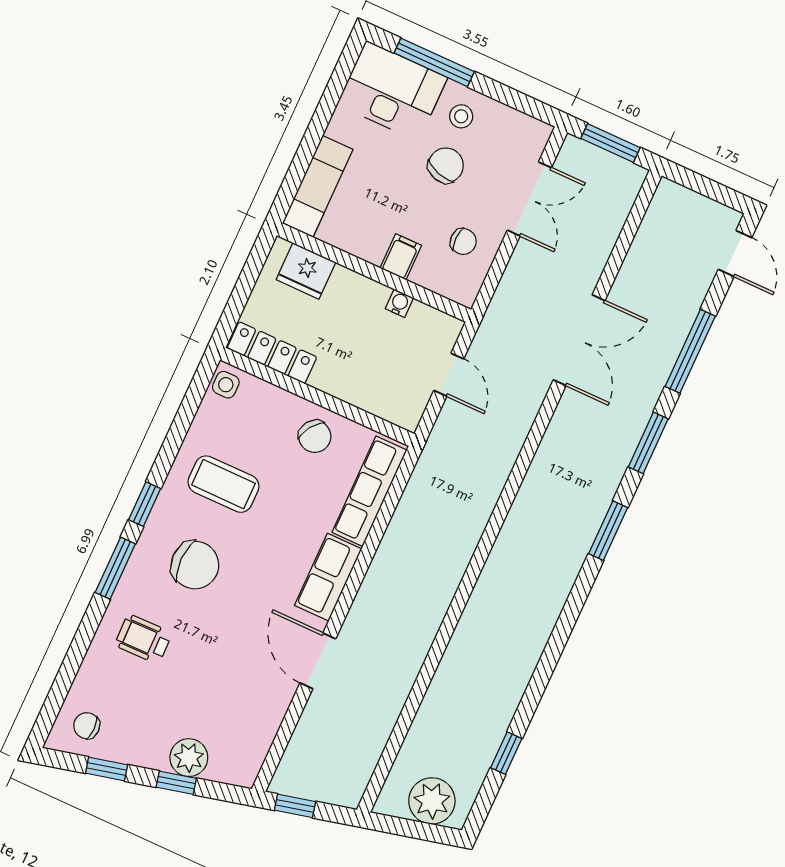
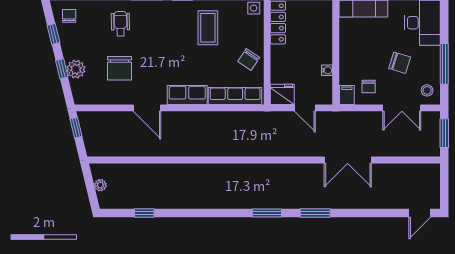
window: (434, 62) -> (444, 64), moved
stool: (461, 116) -> (427, 90), moved
filing cabinet: (401, 257) -> (347, 95), moved, turned -90
fridge: (306, 271) -> (282, 94), moved, turned 90
window: (690, 351) -> (366, 213), removed
door: (449, 375) -> (305, 108), hinge flipped
chair: (195, 565) -> (119, 68), moved
door: (318, 661) -> (147, 108), swing flipped
plant: (432, 801) -> (100, 185), width x0.53, depth x0.53

